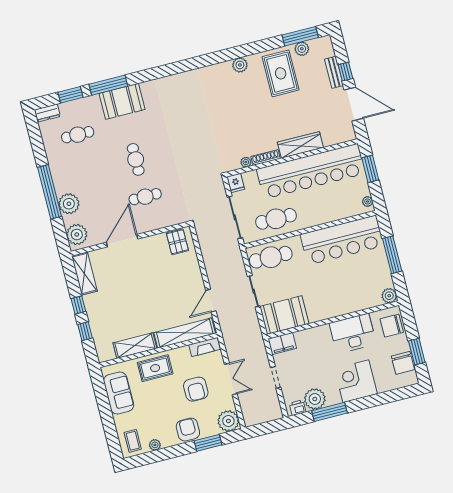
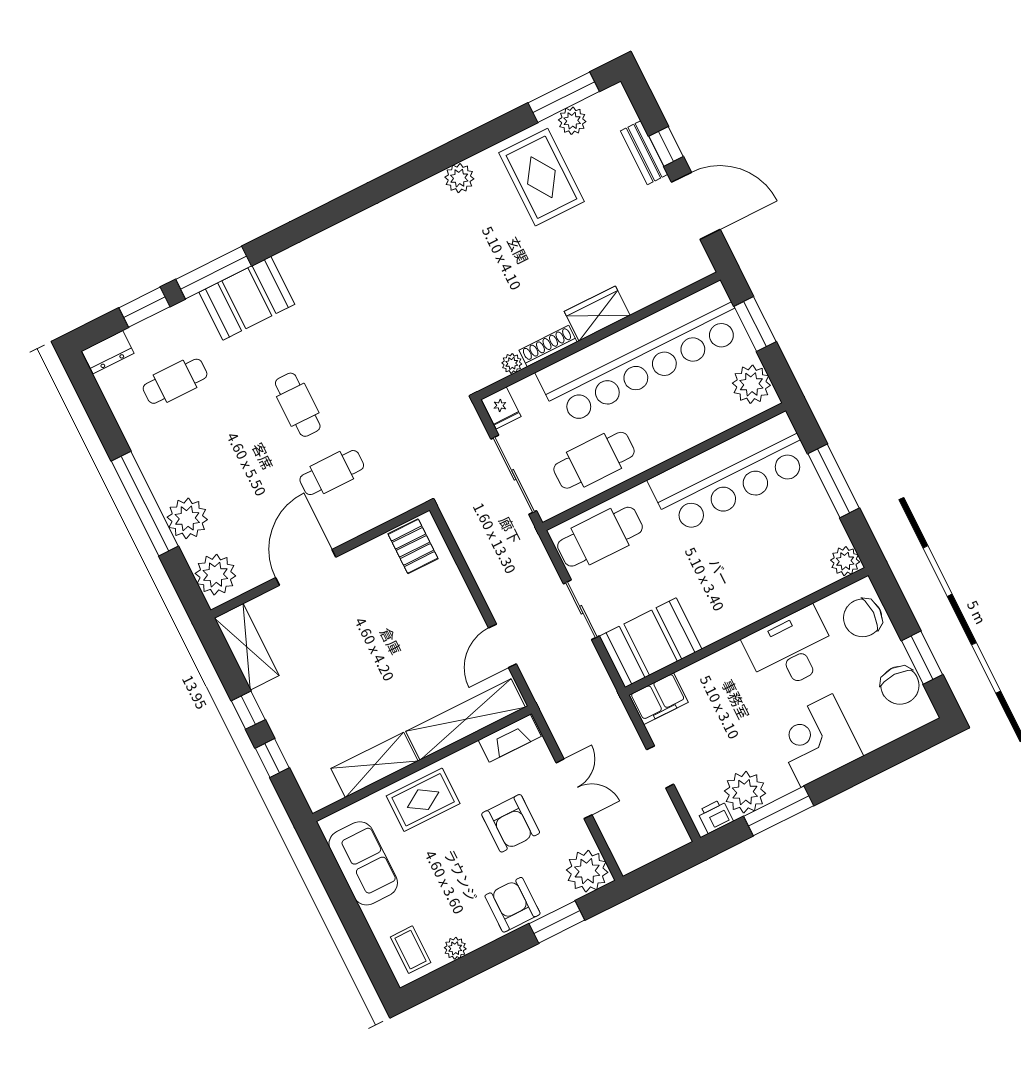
wardrobe: (300, 145) -> (597, 313), width x0.67
plant: (368, 202) -> (751, 384), width x1.88, depth x1.88

